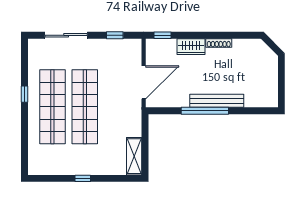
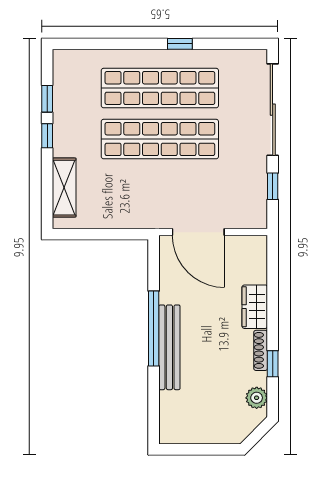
sliding door: (66, 35) -> (273, 110), width x1.36
window: (162, 35) -> (273, 364), moved
plant: (249, 46) -> (257, 398), added
shelving: (134, 156) -> (64, 188), moved, turned 90
window: (59, 178) -> (47, 99), added

